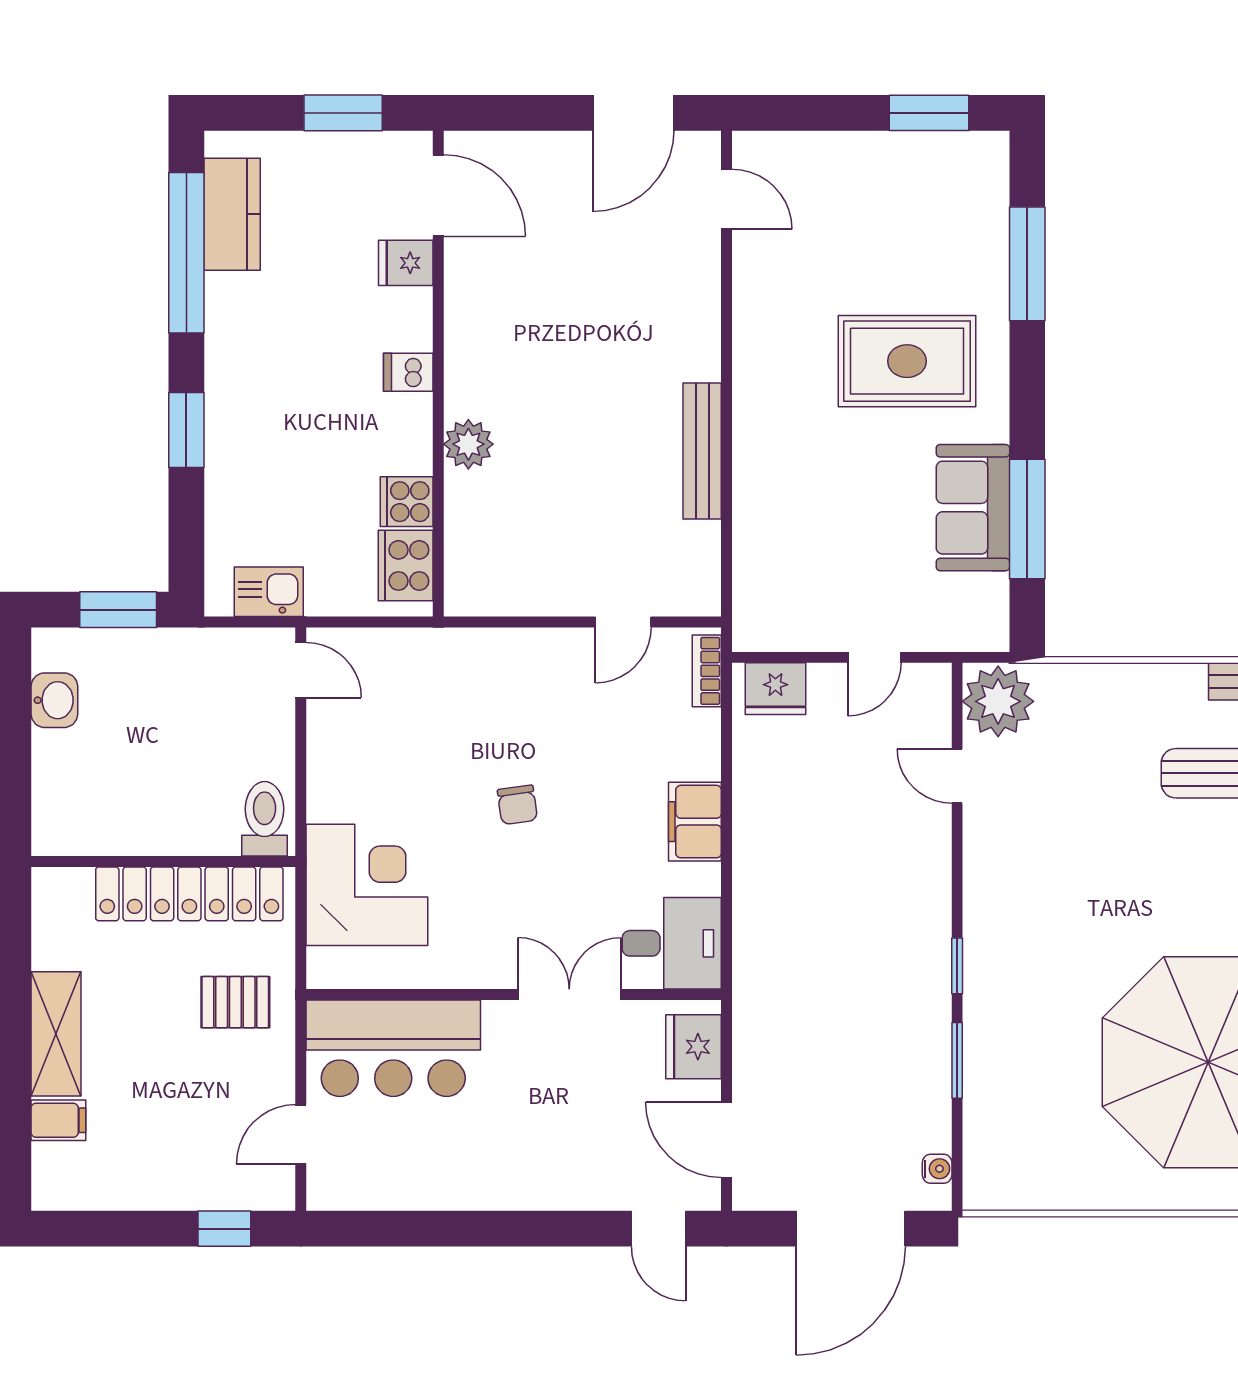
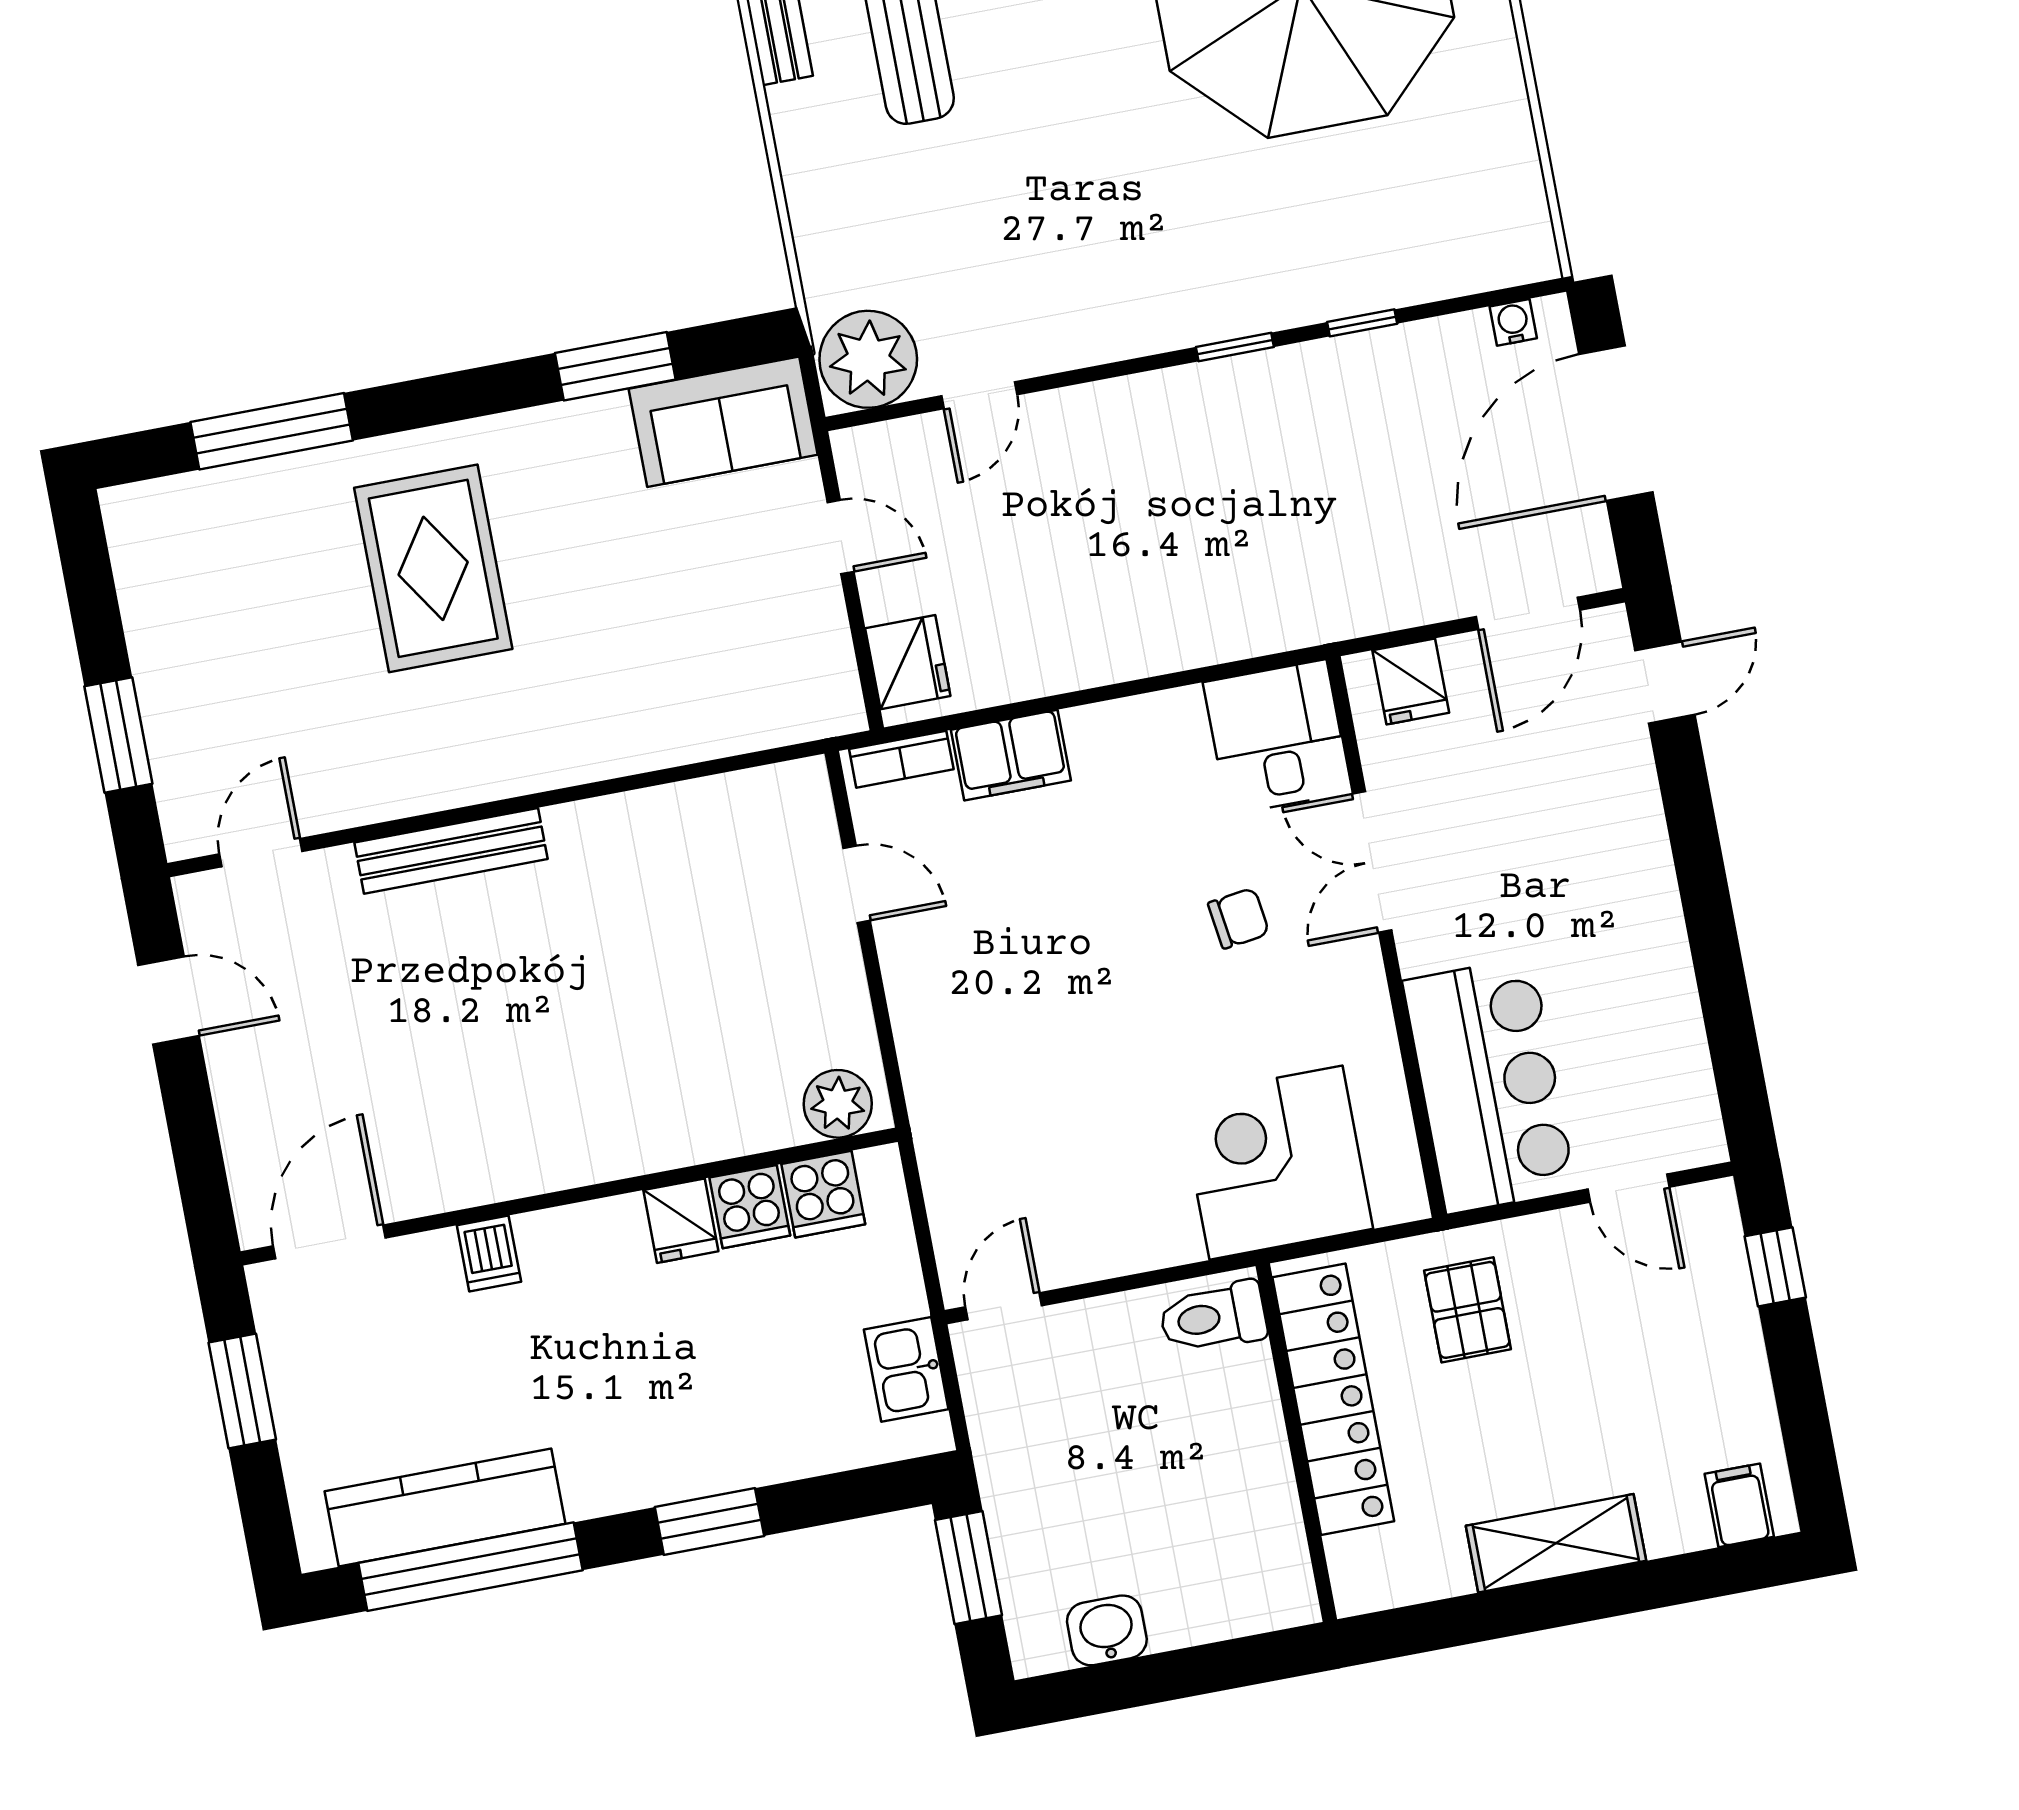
door: (633, 113) -> (168, 1000), width x0.73
window: (929, 113) -> (118, 735), moved
kitchen counter: (232, 214) -> (445, 1508), width x1.50
fridge: (406, 263) -> (681, 1221), moved
dishwasher: (408, 372) -> (489, 1254), moved
plant: (468, 444) -> (838, 1104), moved
bench: (702, 451) -> (451, 851), moved
sofa: (973, 508) -> (723, 422), moved
window: (1027, 519) -> (615, 366), width x0.69
cooker: (406, 565) -> (823, 1194), width x0.73
chair: (517, 805) -> (1239, 918), moved
filing cabinet: (695, 822) -> (1011, 755), moved
fridge: (694, 1047) -> (1411, 681), width x0.72
window: (957, 1060) -> (1362, 323), width x0.67
filing cabinet: (58, 1120) -> (1739, 1505), moved
door: (851, 1229) -> (1616, 423), swing flipped

